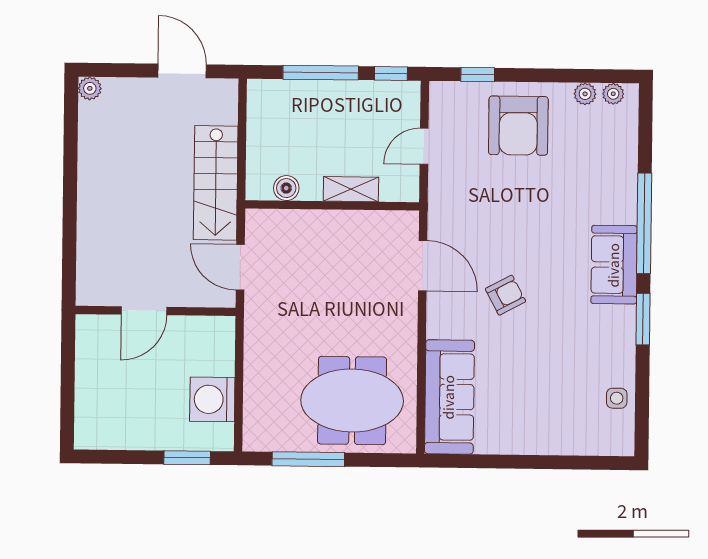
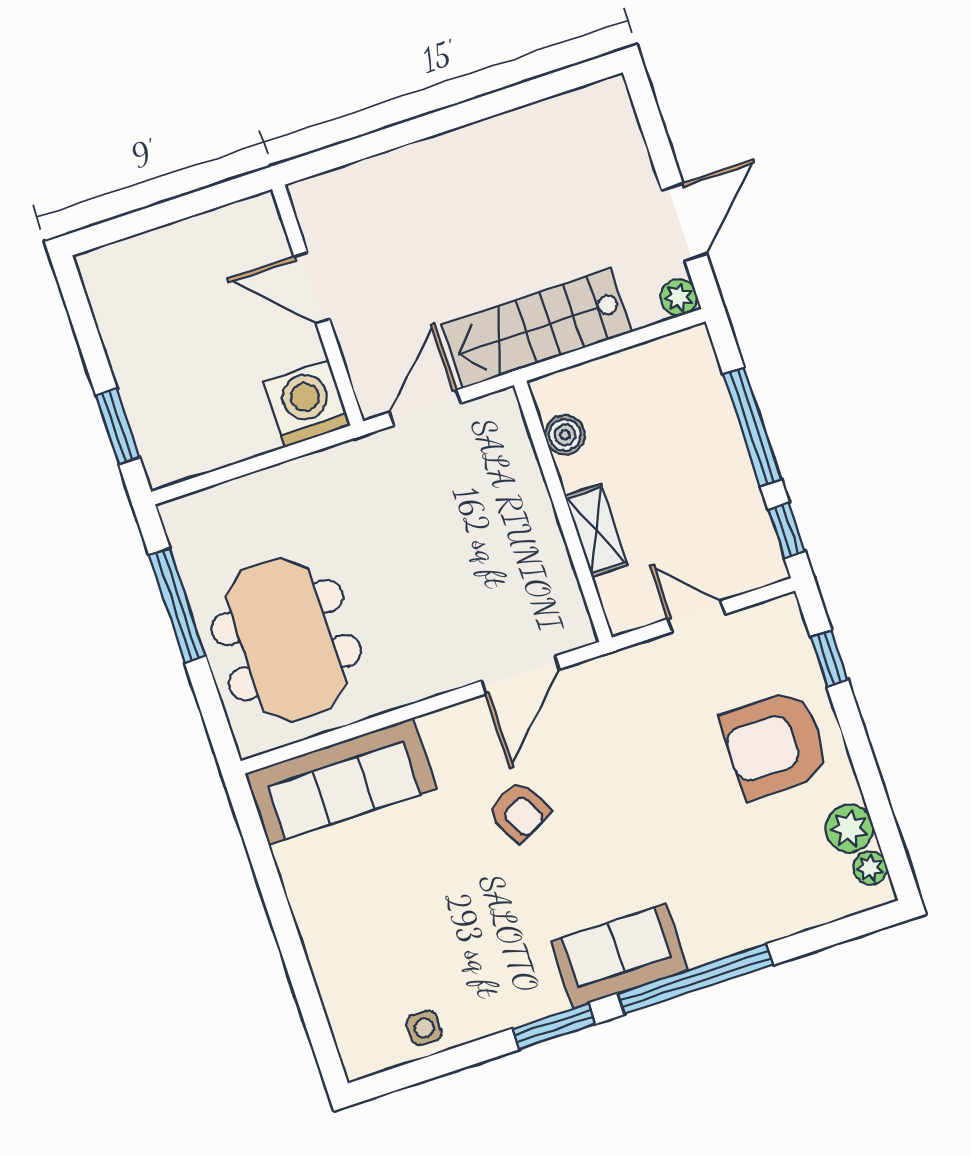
plant: (90, 88) -> (679, 297), moved
plant: (585, 94) -> (849, 828), width x1.38, depth x1.38
washing machine: (212, 399) -> (307, 404), moved

